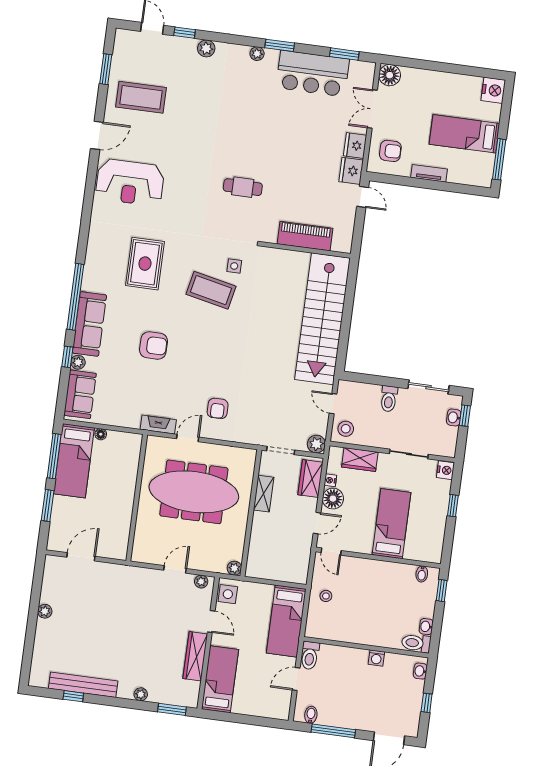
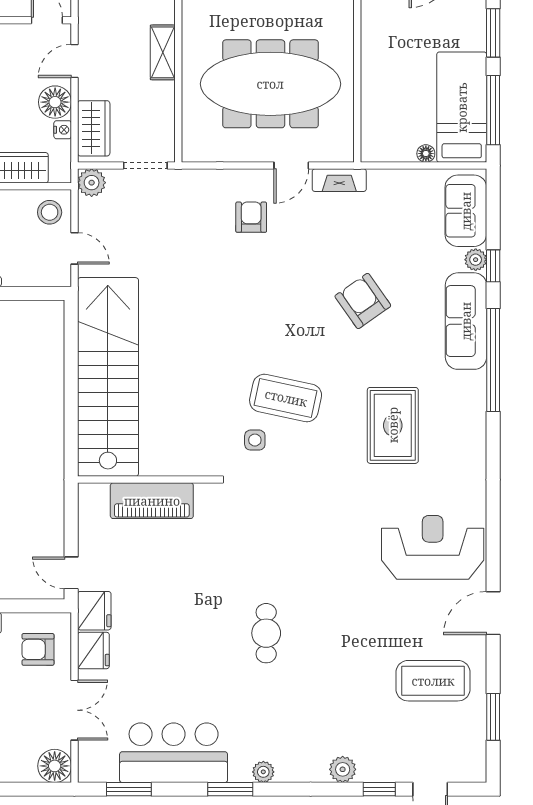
cafe table: (243, 187) -> (266, 633), moved, turned 90
armchair: (153, 346) -> (363, 301), turned 55
shelving: (264, 494) -> (163, 52), moved

